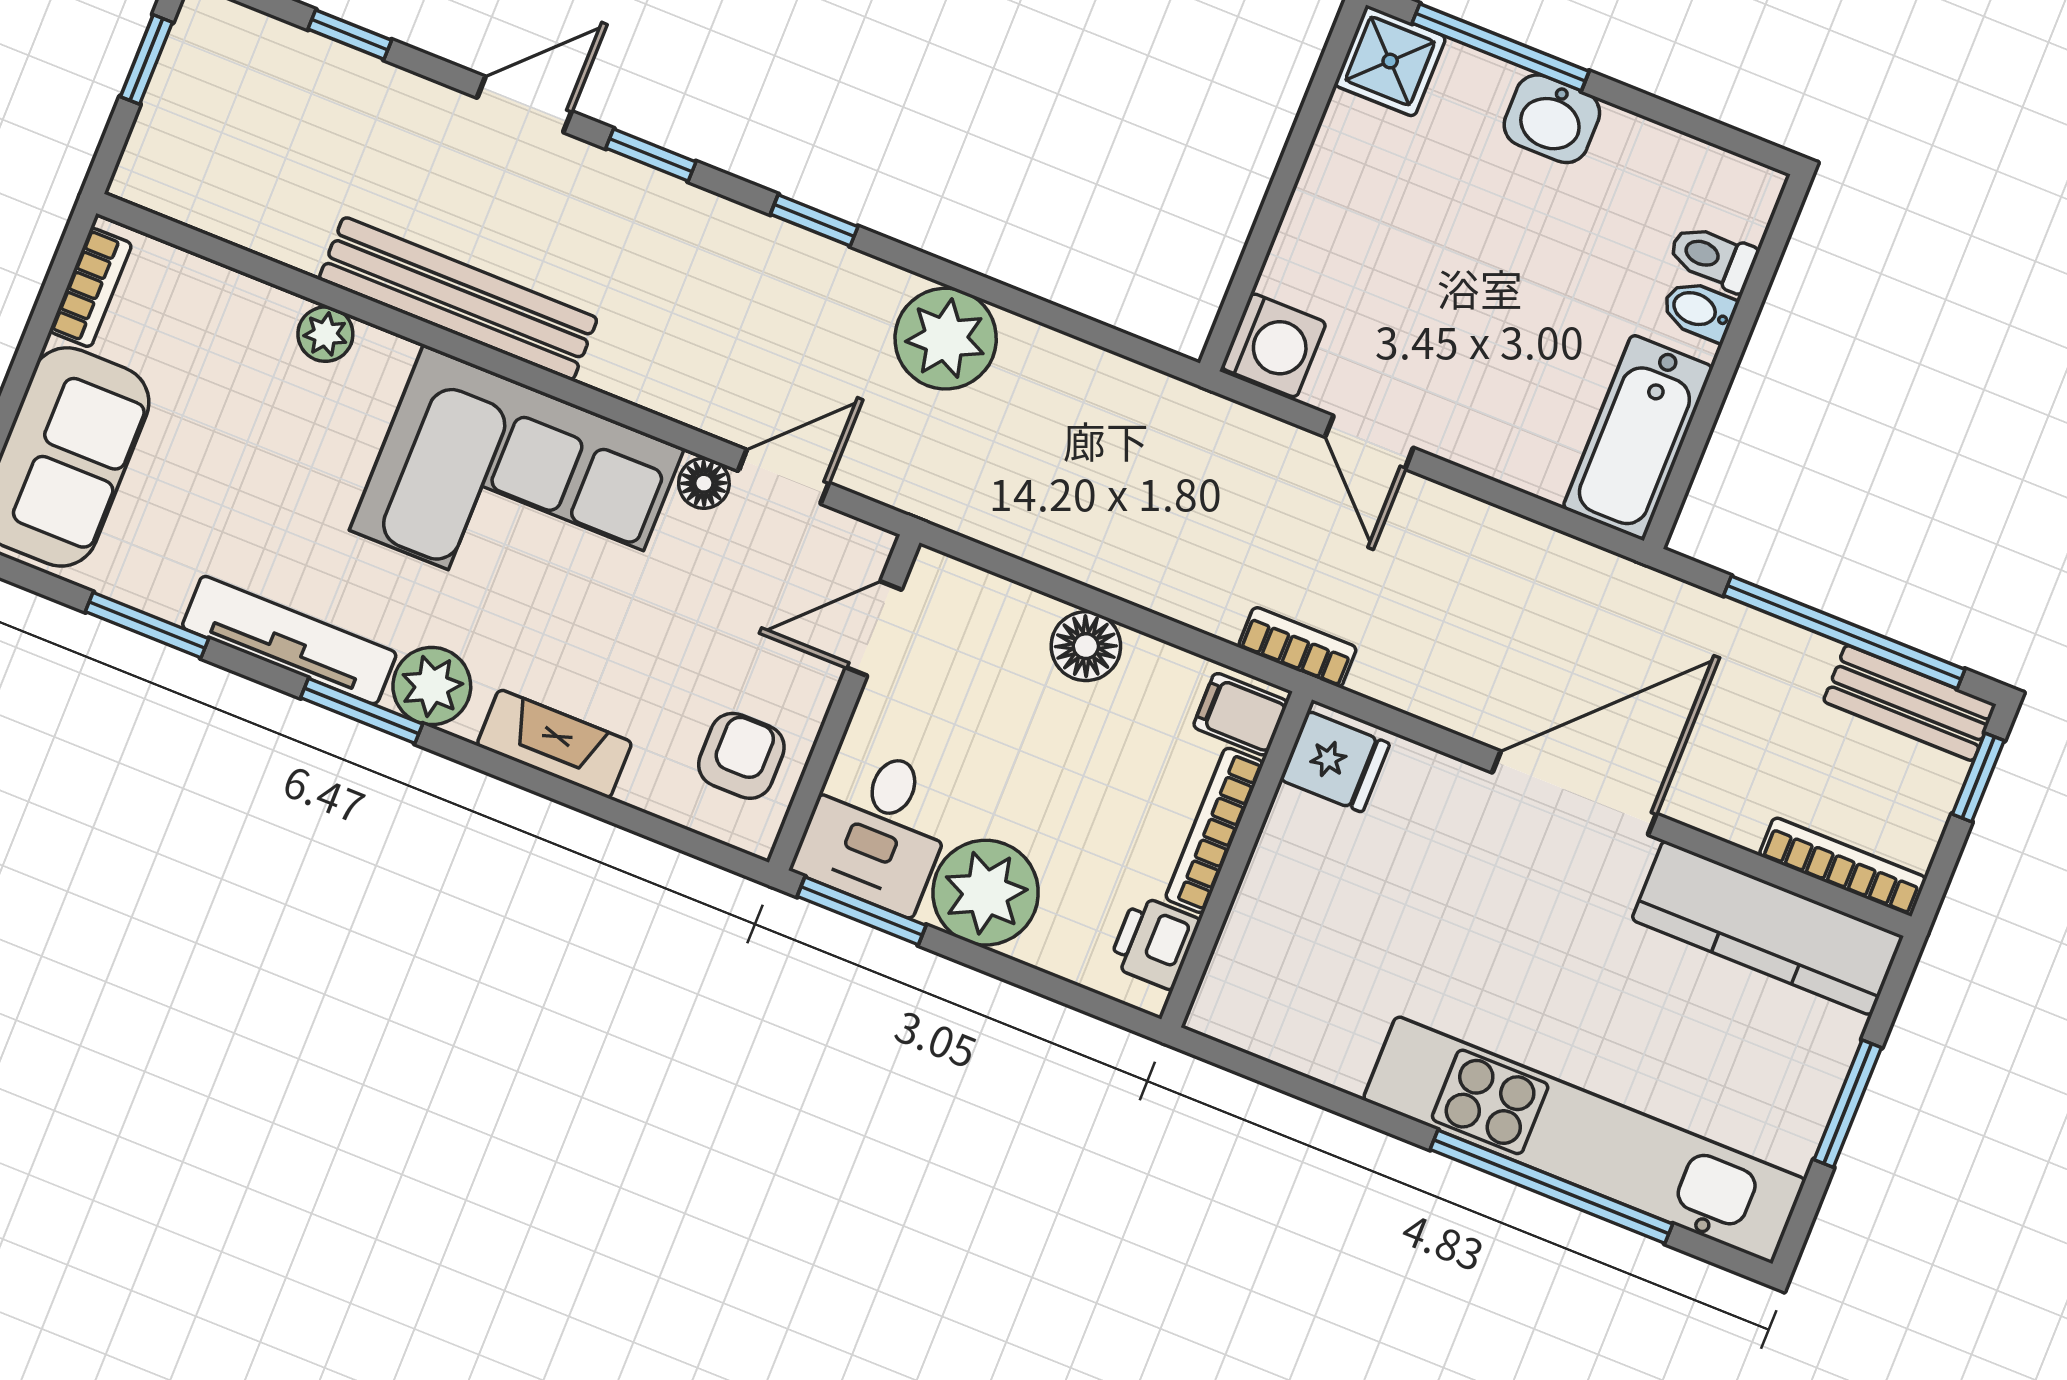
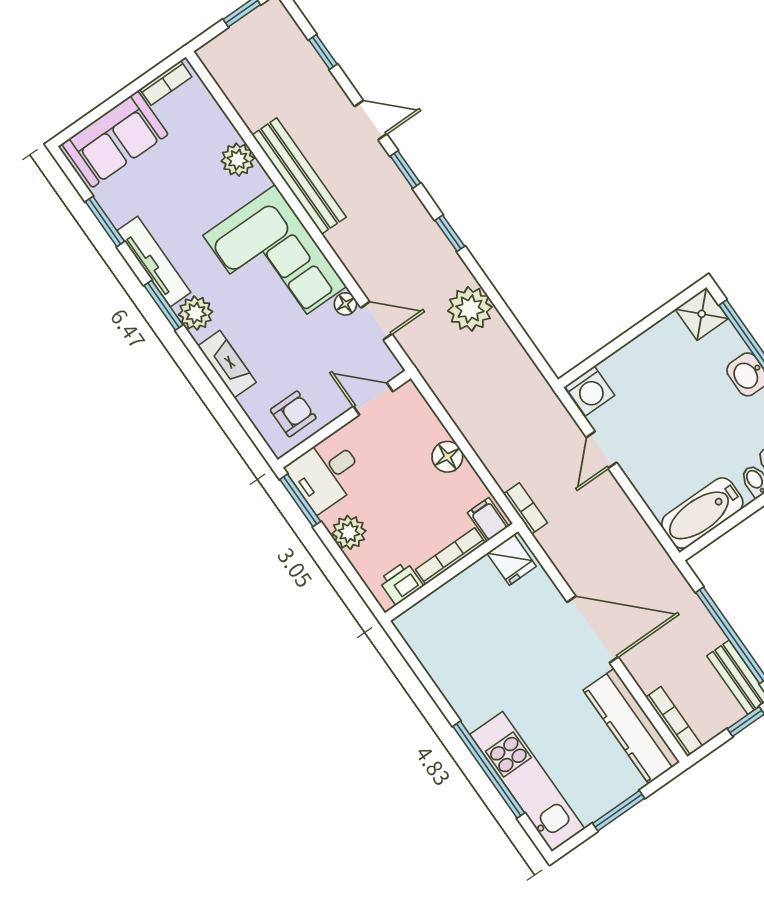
plant: (325, 334) -> (238, 160), width x1.38, depth x1.38
plant: (986, 893) -> (349, 532), width x0.73, depth x0.73
kitchen unit: (1584, 1140) -> (527, 782), width x0.73

